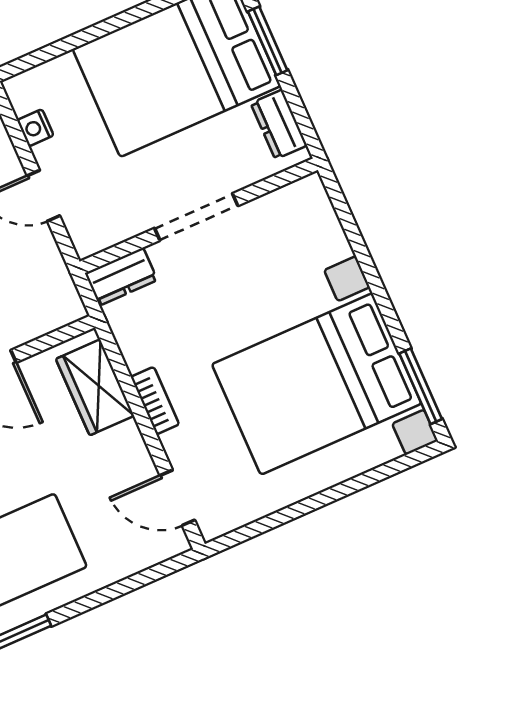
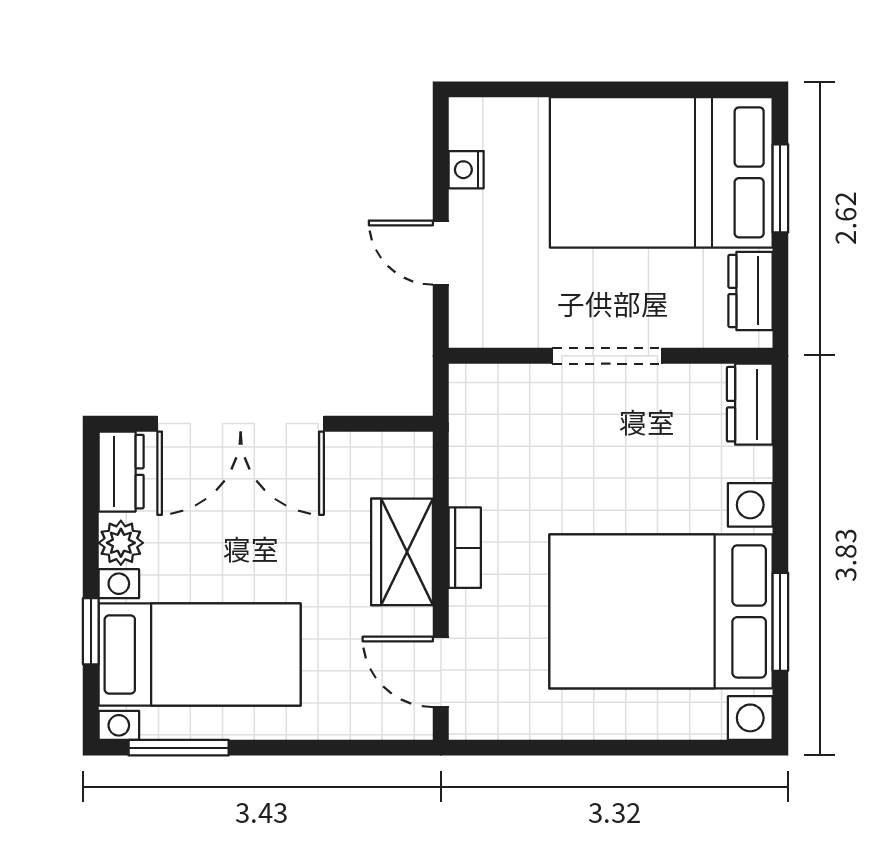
dresser: (121, 277) -> (750, 404), moved, turned 90
window: (421, 386) -> (780, 622), moved
wardrobe: (95, 387) -> (402, 552), moved

